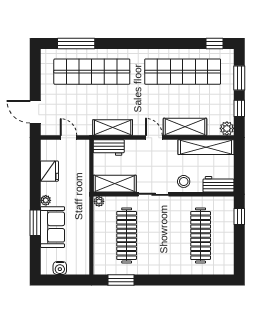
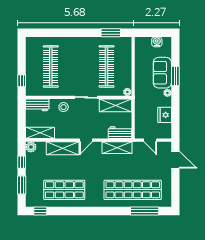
shop shelf: (183, 72) -> (64, 190), width x0.71
door: (154, 138) -> (86, 140), hinge flipped
shelving: (206, 147) -> (40, 133), width x0.68

